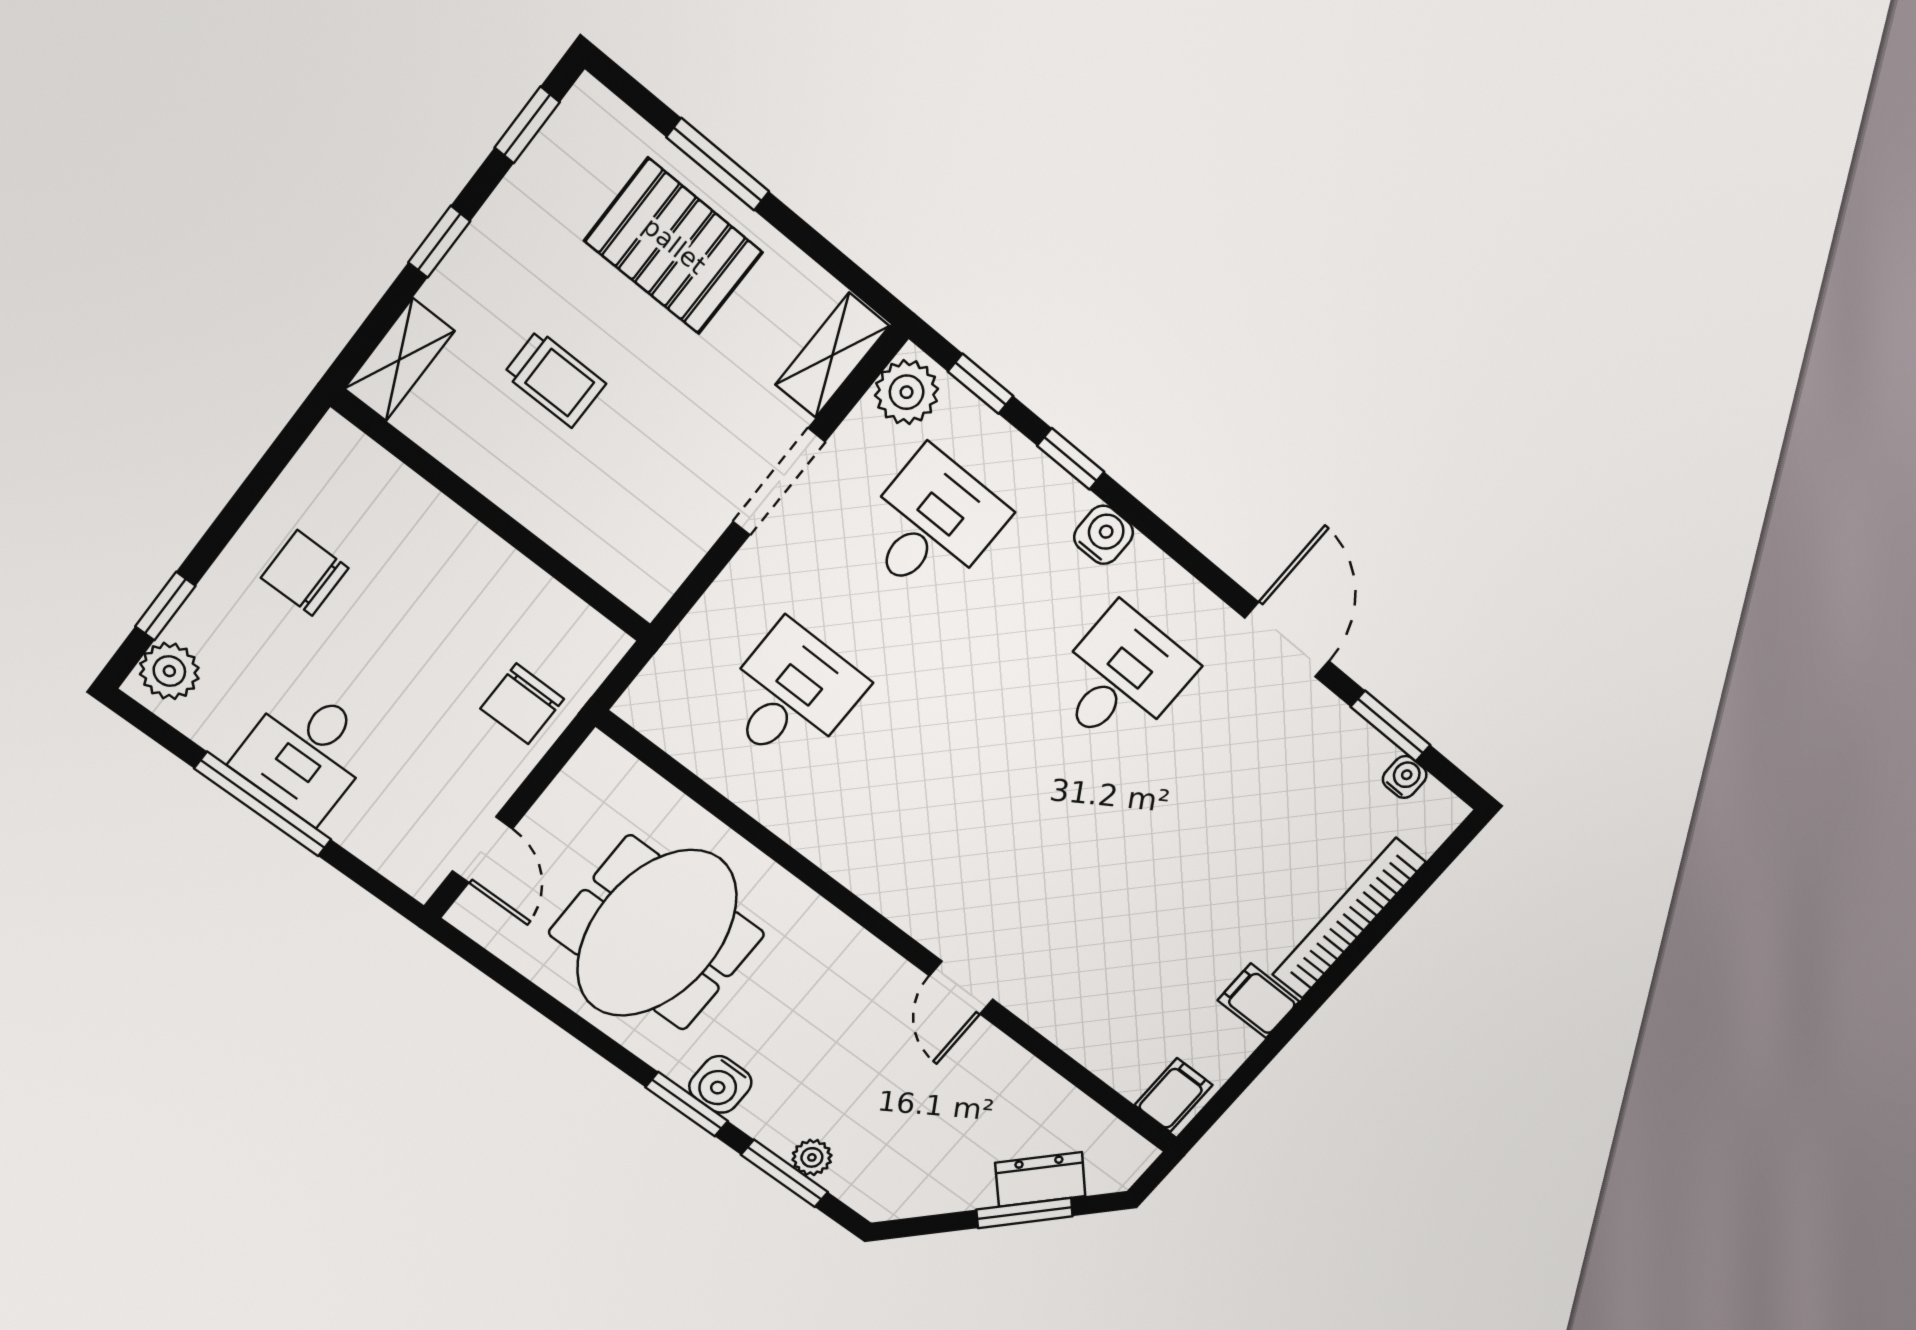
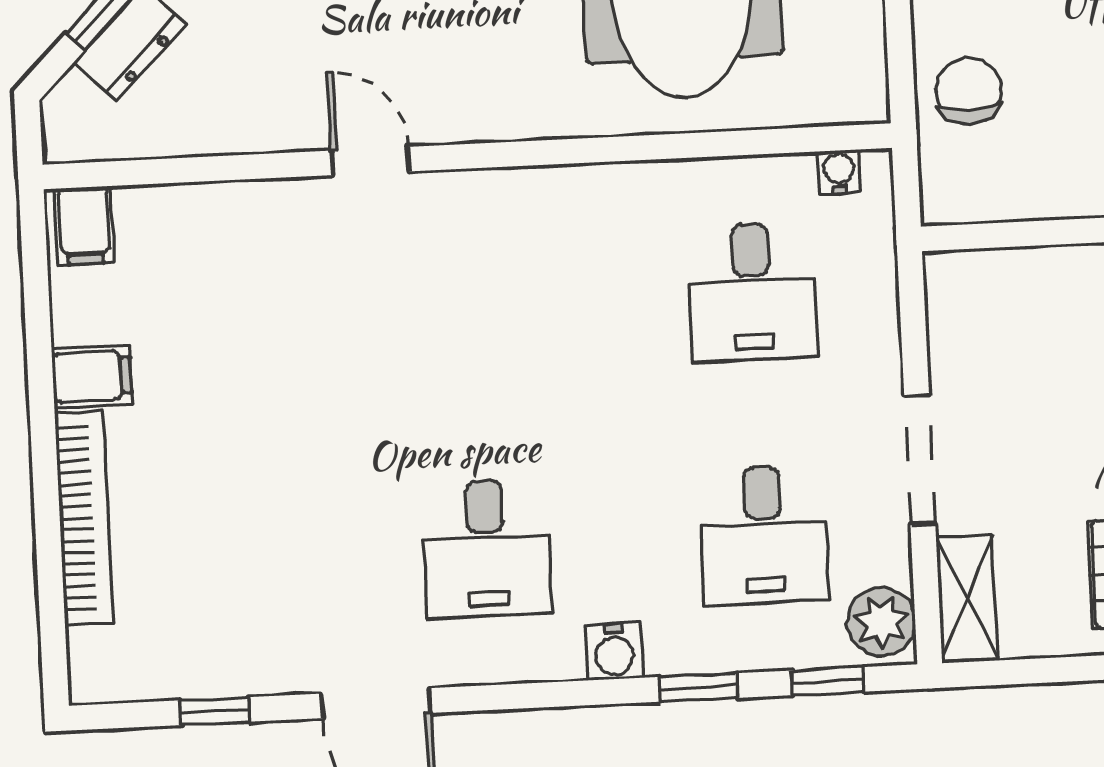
window: (1391, 726) -> (215, 711), width x0.67
water cooler: (1405, 777) -> (839, 172), moved, turned 180

